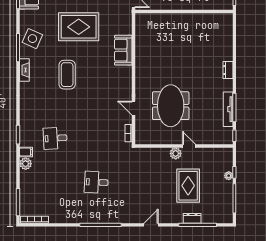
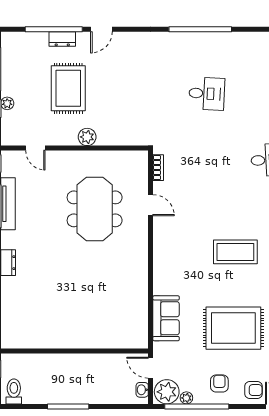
sofa: (123, 50) -> (166, 318), moved
coffee table: (67, 75) -> (235, 252), moved, turned 90
door: (189, 146) -> (35, 148), moved
door: (151, 225) -> (101, 29), moved

